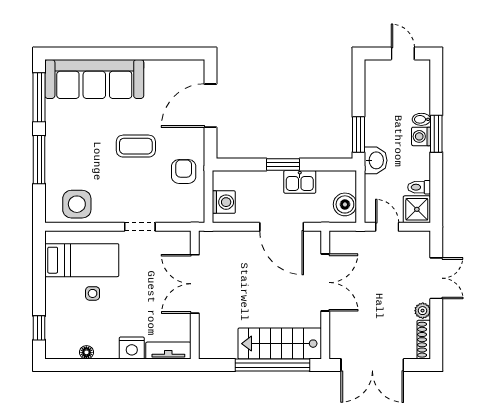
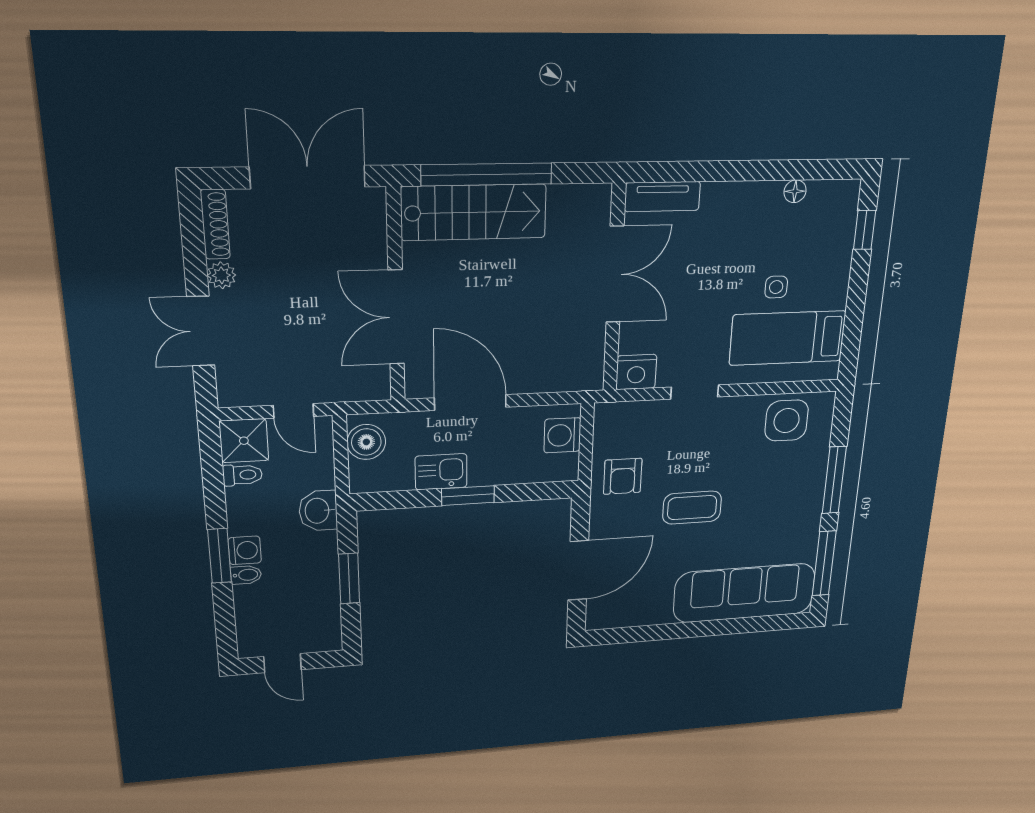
window: (358, 135) -> (349, 579), moved
double door: (195, 284) -> (615, 275), moved
nightstand: (132, 348) -> (636, 372), moved, turned 180

